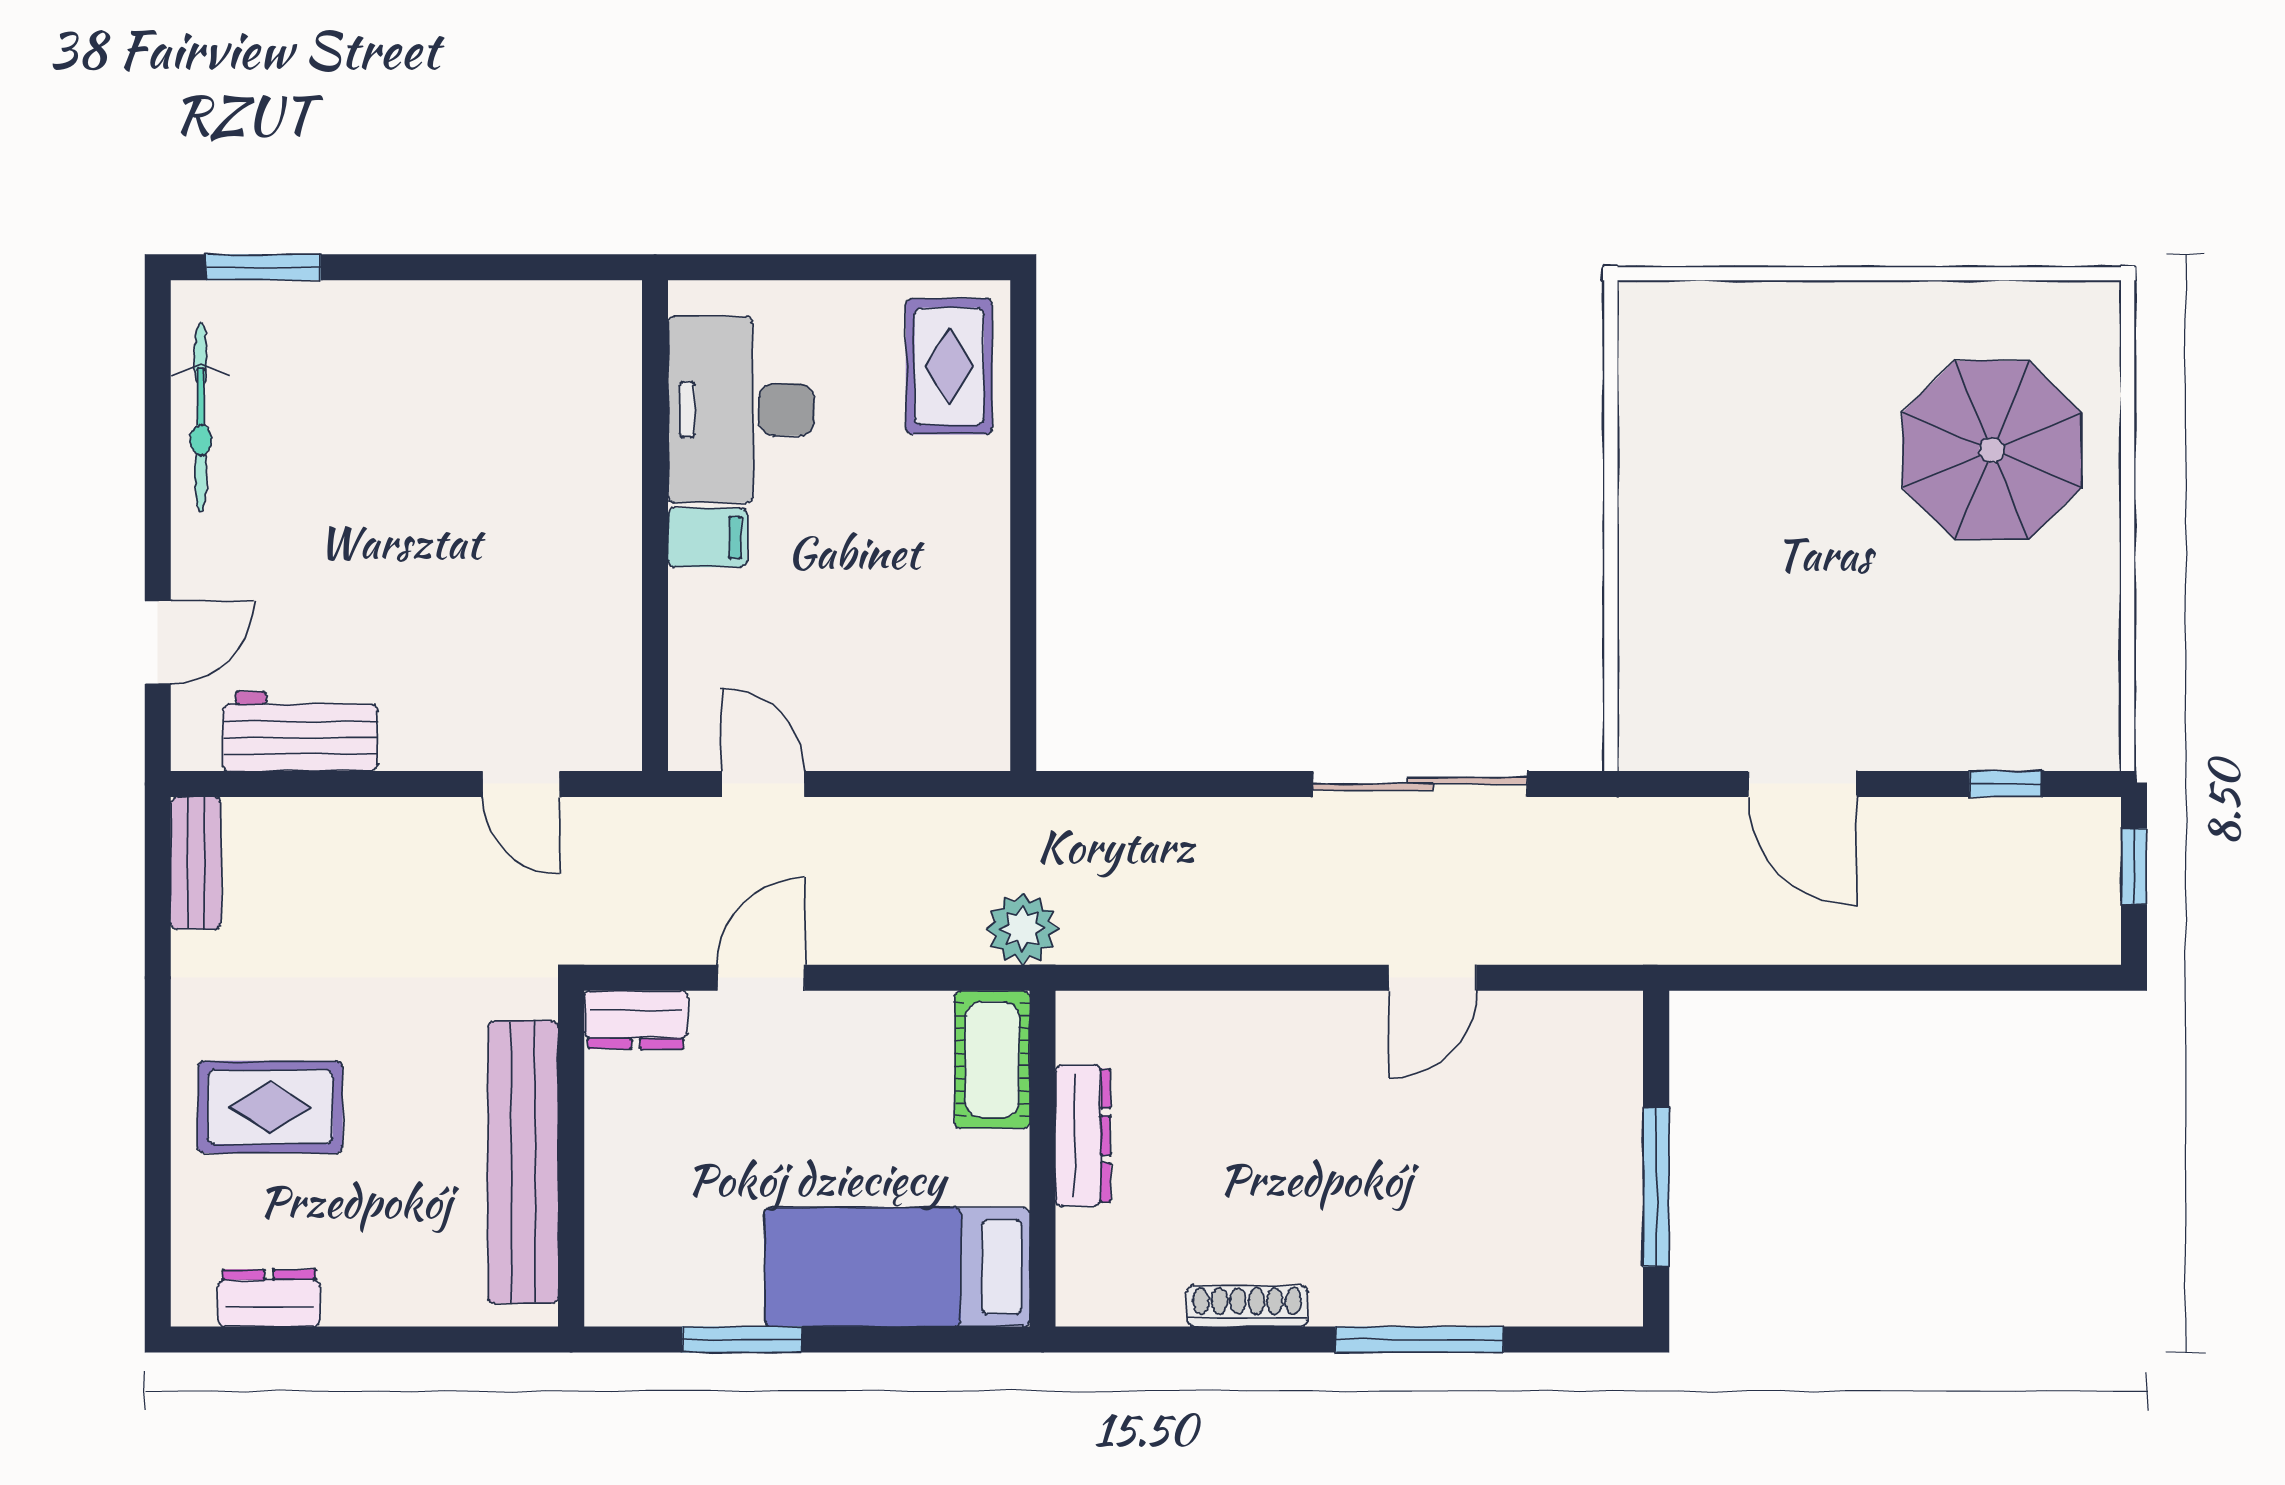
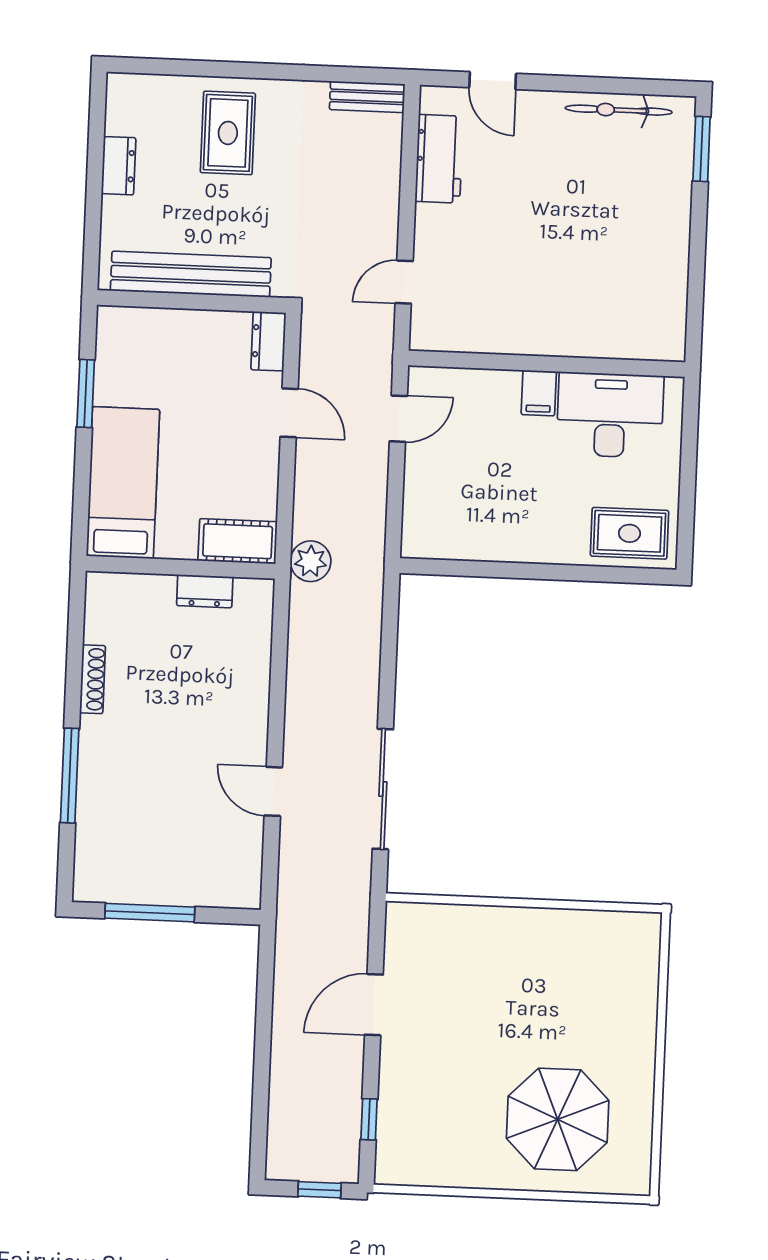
dresser: (1083, 1135) -> (205, 591), width x0.70
dresser: (269, 1298) -> (119, 166), moved

